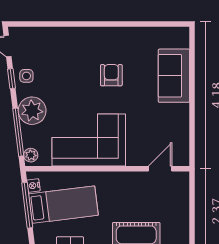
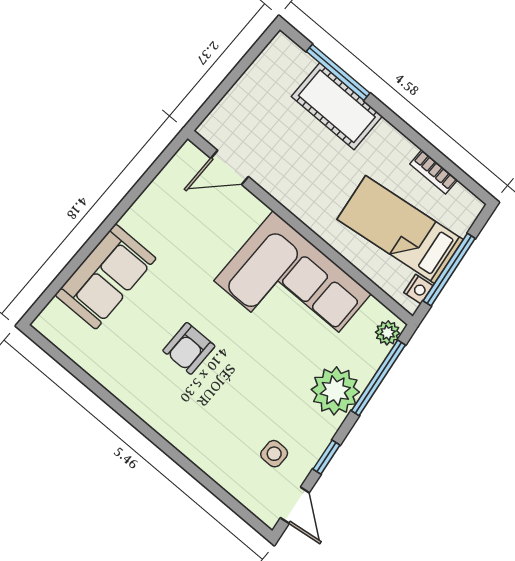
side table: (26, 76) -> (274, 454), moved

